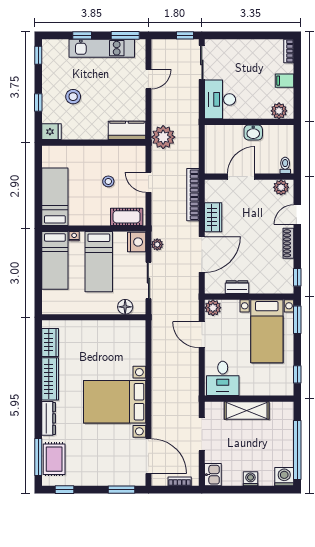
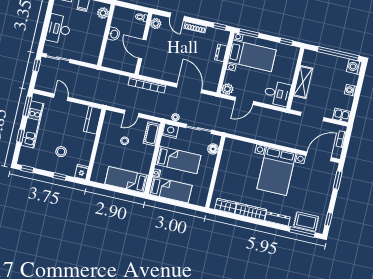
desk: (220, 99) -> (59, 29), moved, turned 90
plant: (163, 137) -> (103, 96), removed
wardrobe: (213, 217) -> (166, 75), removed
dresser: (237, 287) -> (221, 53), moved

